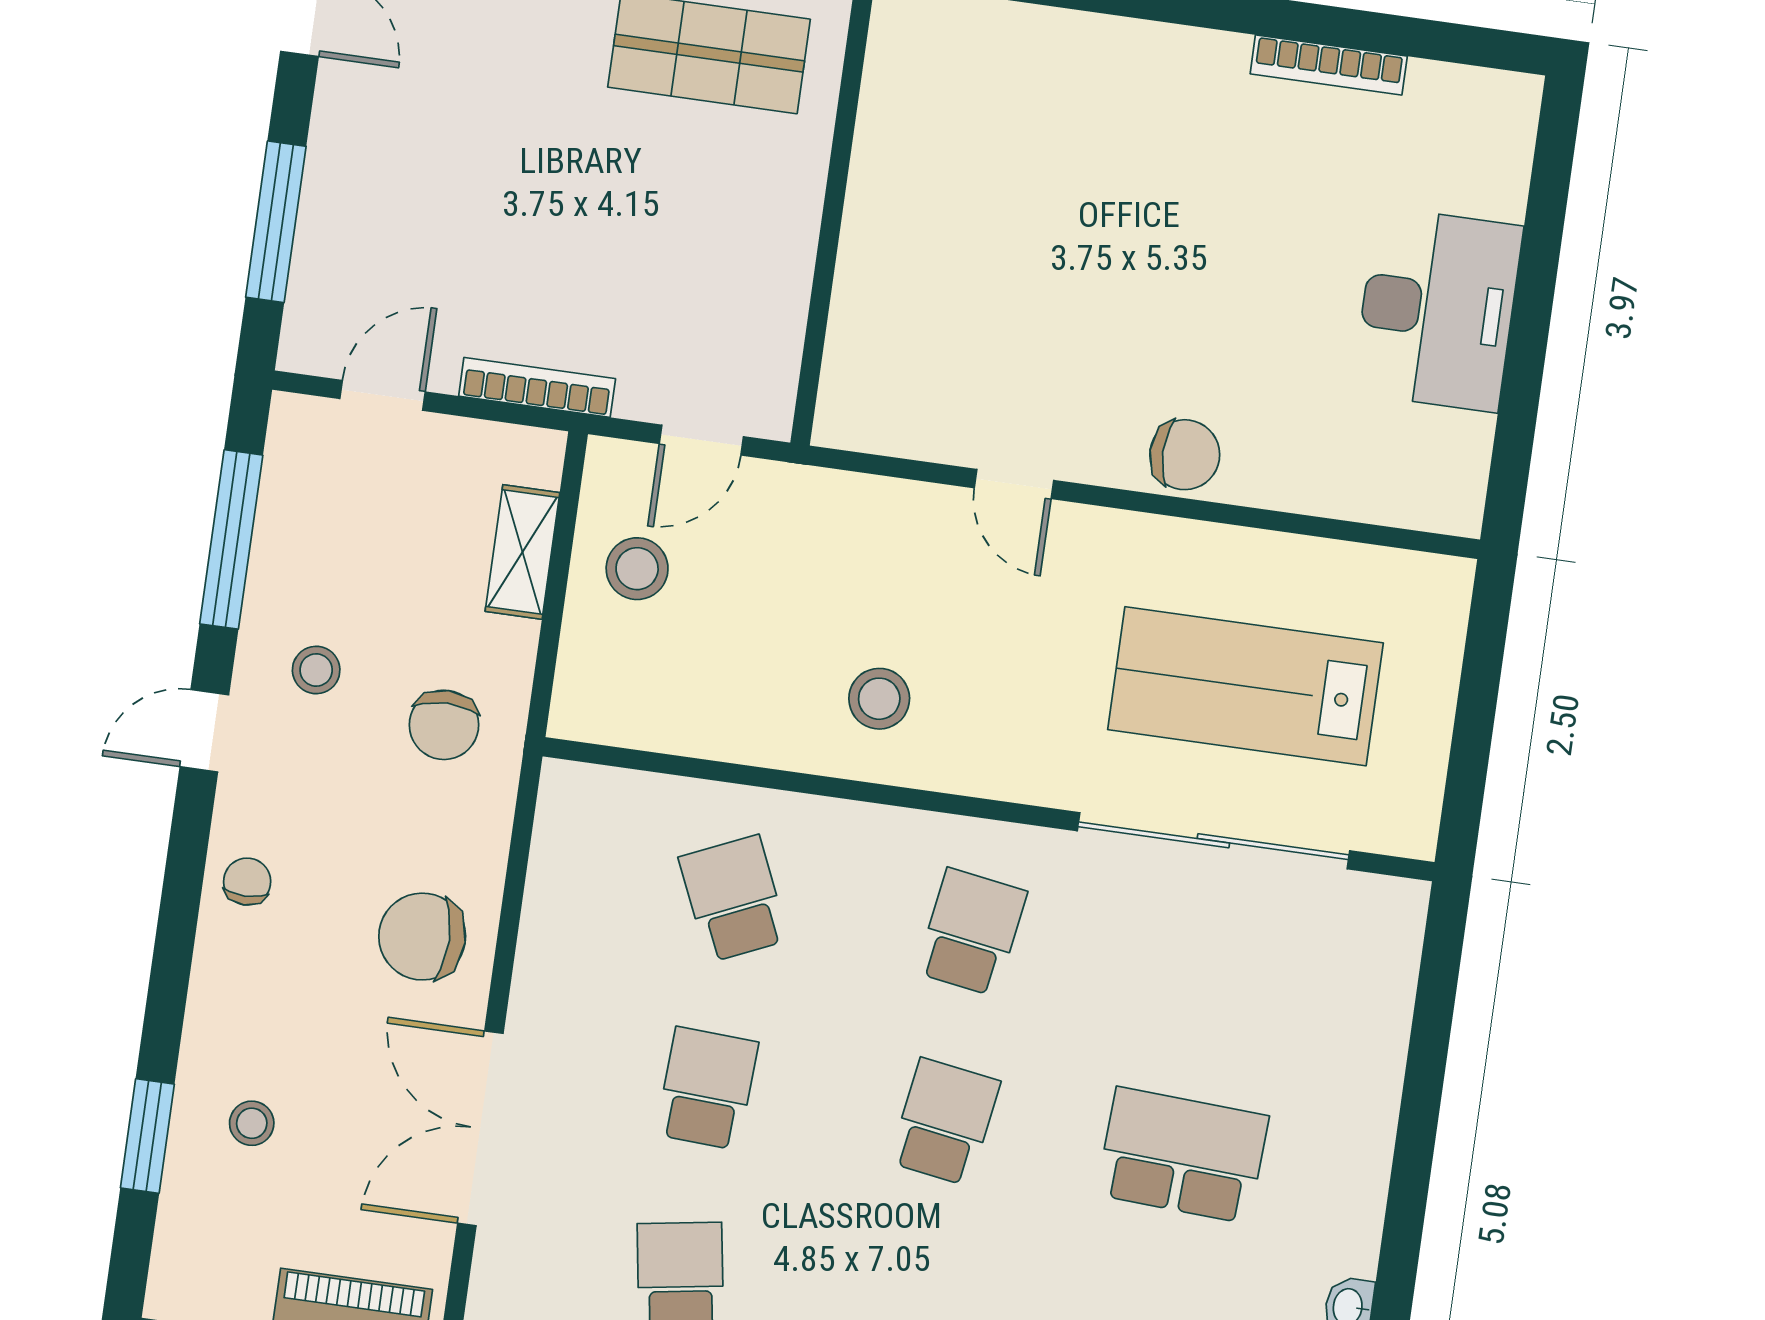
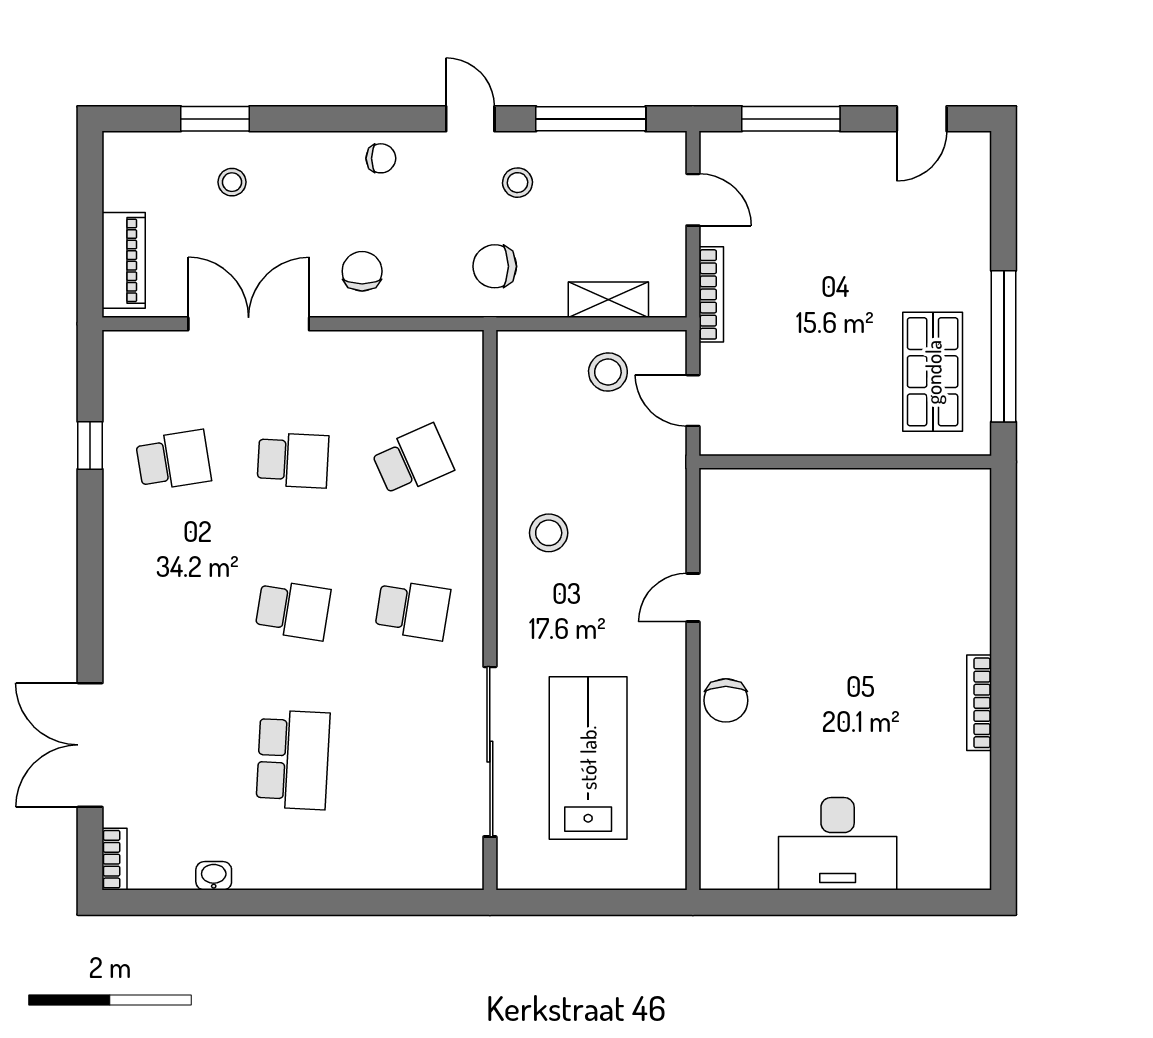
bookcase: (1329, 65) -> (979, 703), moved
chair: (422, 937) -> (362, 271), width x0.73, depth x0.73

